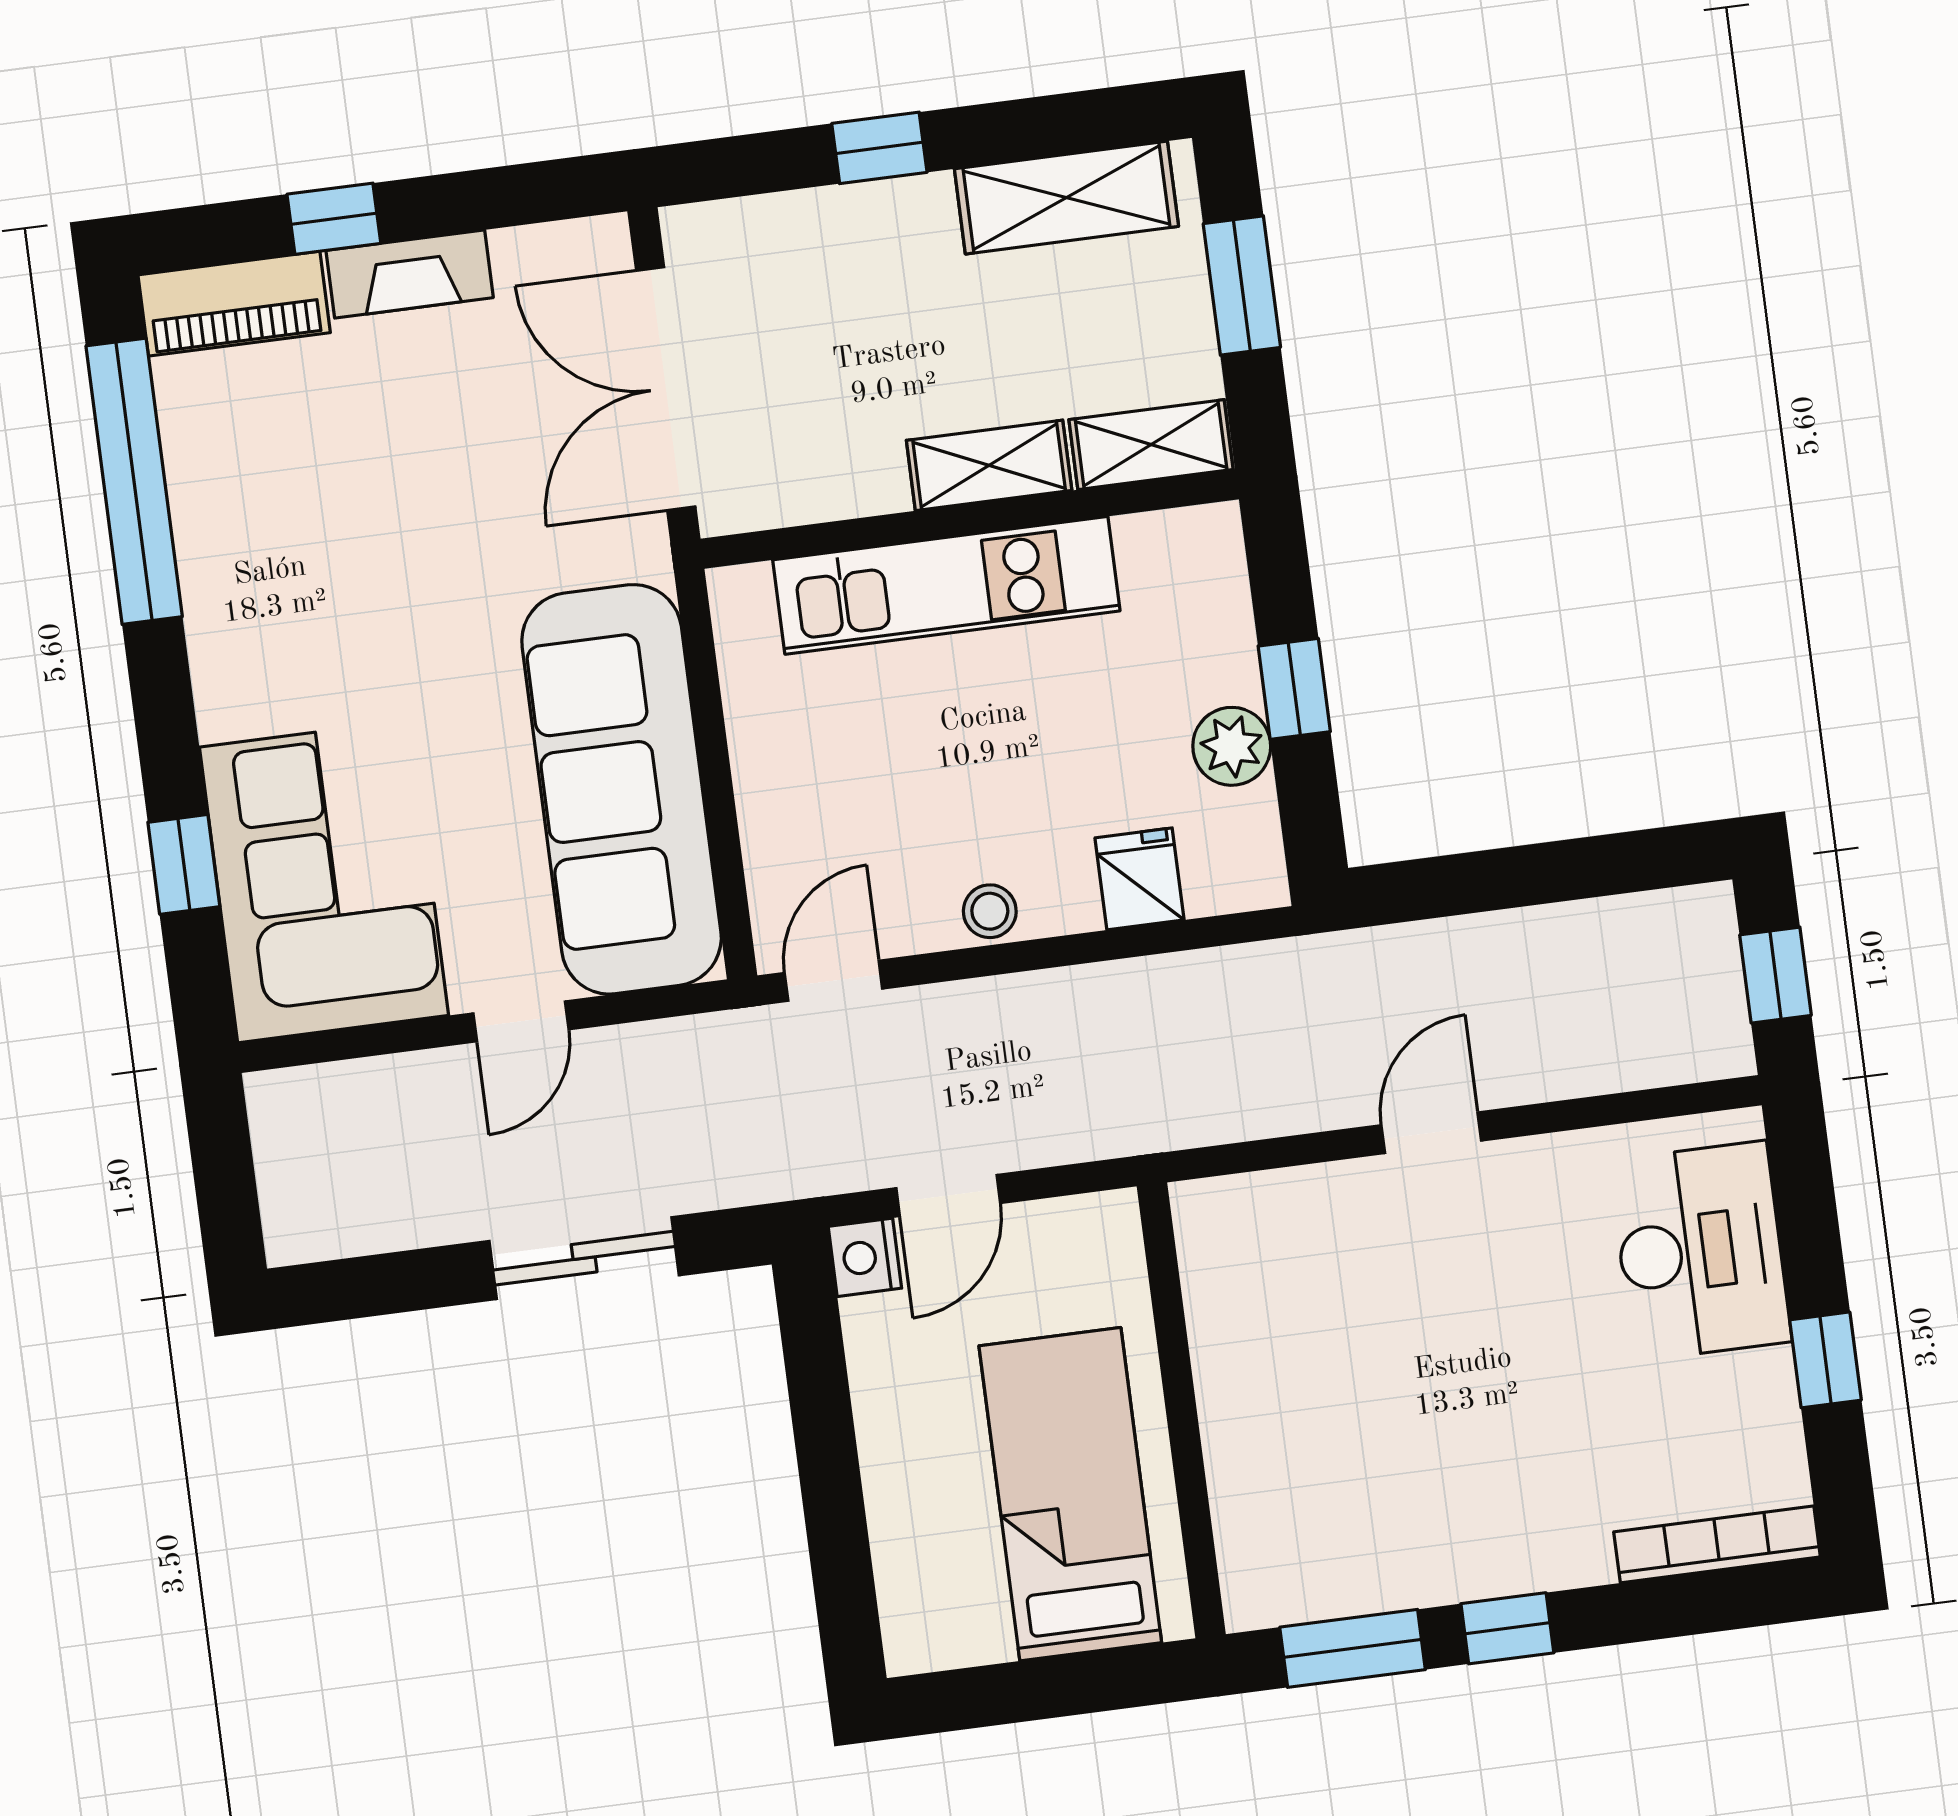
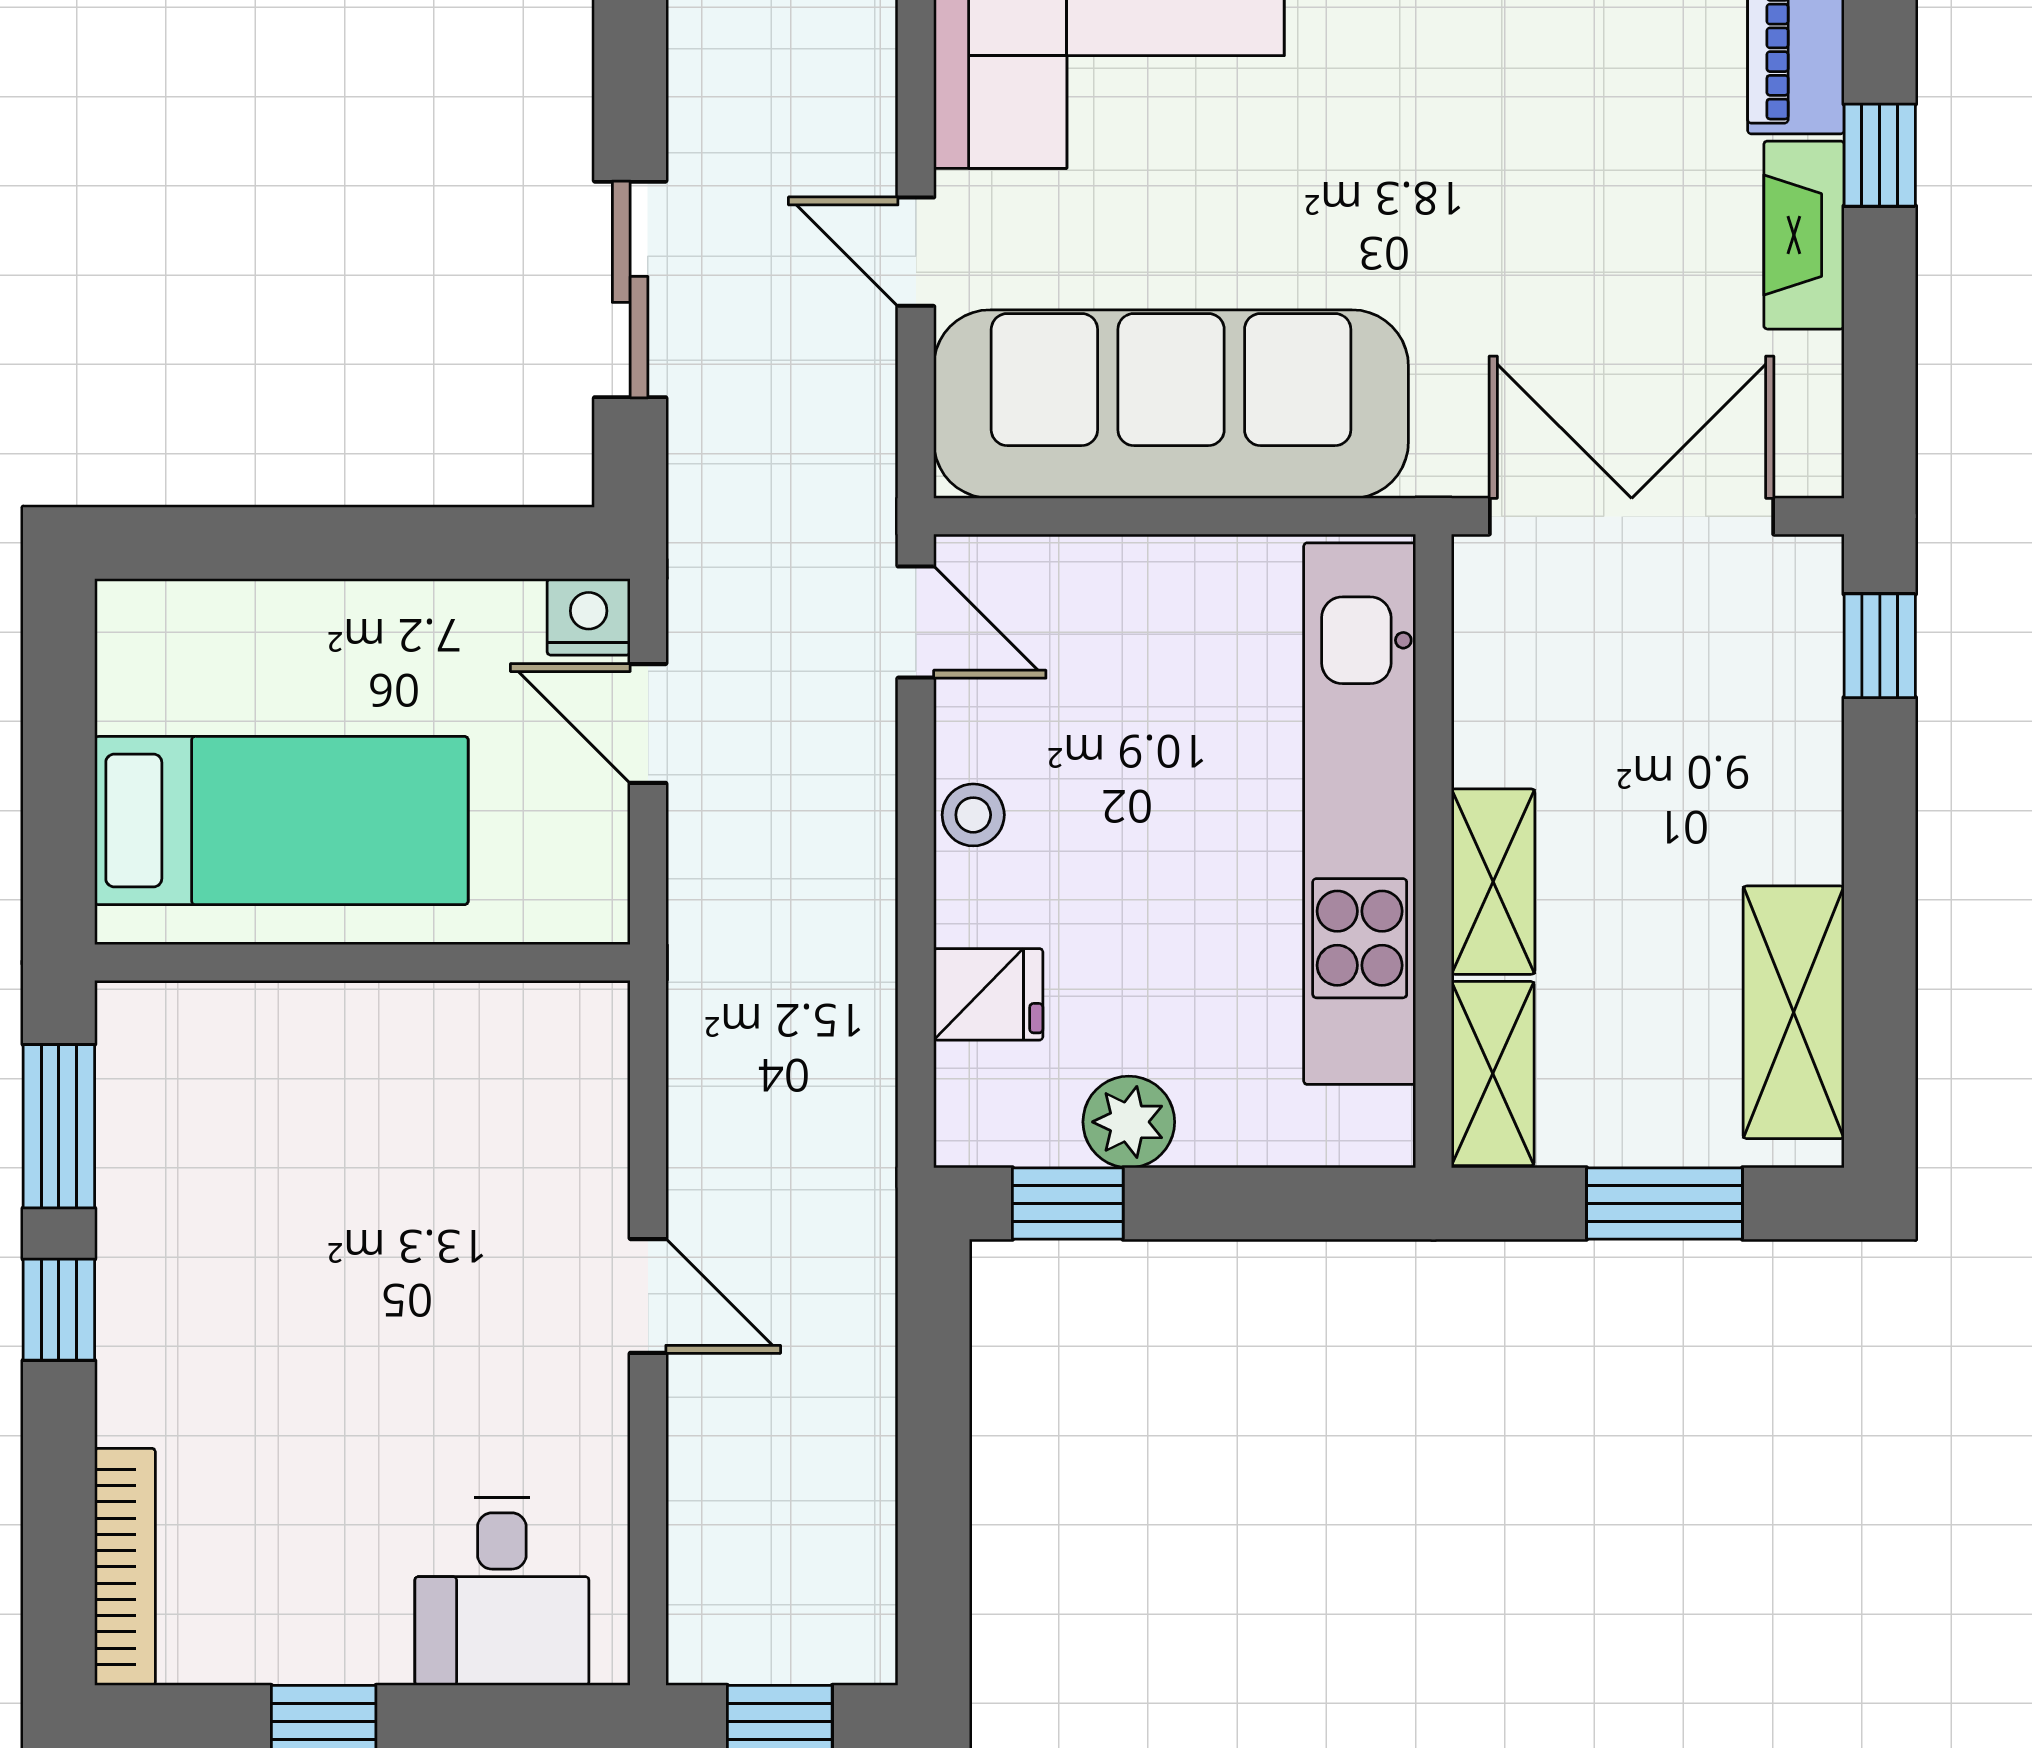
window: (879, 148) -> (1880, 646), moved
kitchen unit: (946, 585) -> (1360, 814), width x1.36
window: (1294, 689) -> (1068, 1203), moved
desk: (1700, 1251) -> (502, 1592), width x0.73

